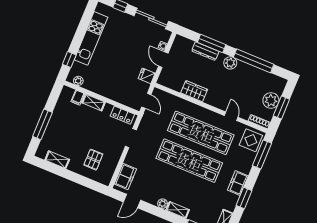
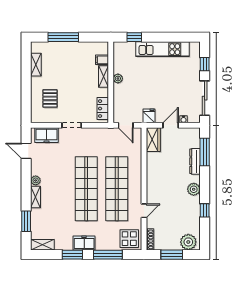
window: (212, 43) -> (205, 152), moved
window: (254, 61) -> (205, 210), width x0.32
plant: (78, 81) -> (118, 79), moved
wardrobe: (194, 91) -> (153, 140), moved
plant: (271, 100) -> (188, 242), moved
door: (146, 101) -> (126, 125), hinge flipped
doorway: (131, 138) -> (72, 125), moved
window: (262, 154) -> (108, 255), moved
pallet: (93, 160) -> (50, 98), turned 90

